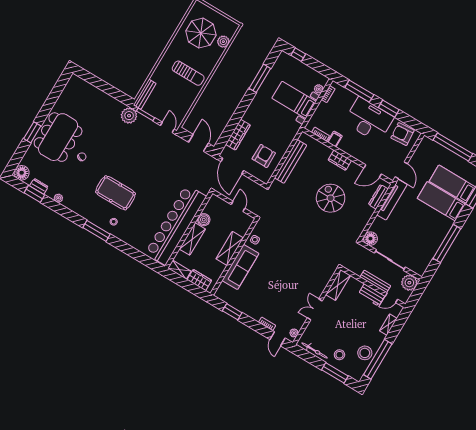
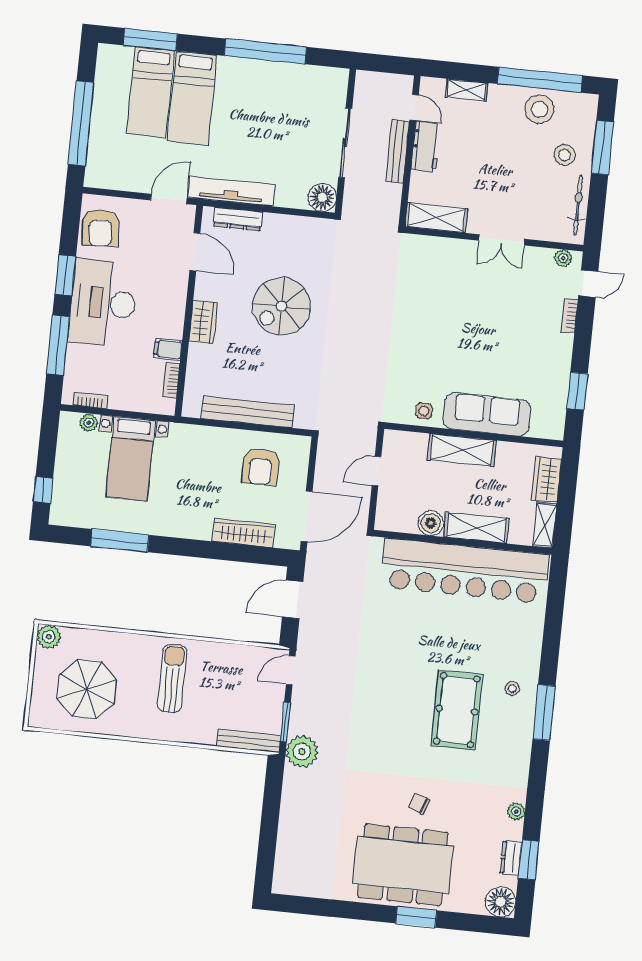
plant: (223, 42) -> (49, 637), moved
armchair: (264, 156) -> (261, 467), turned -90
plant: (409, 283) -> (371, 87), removed

